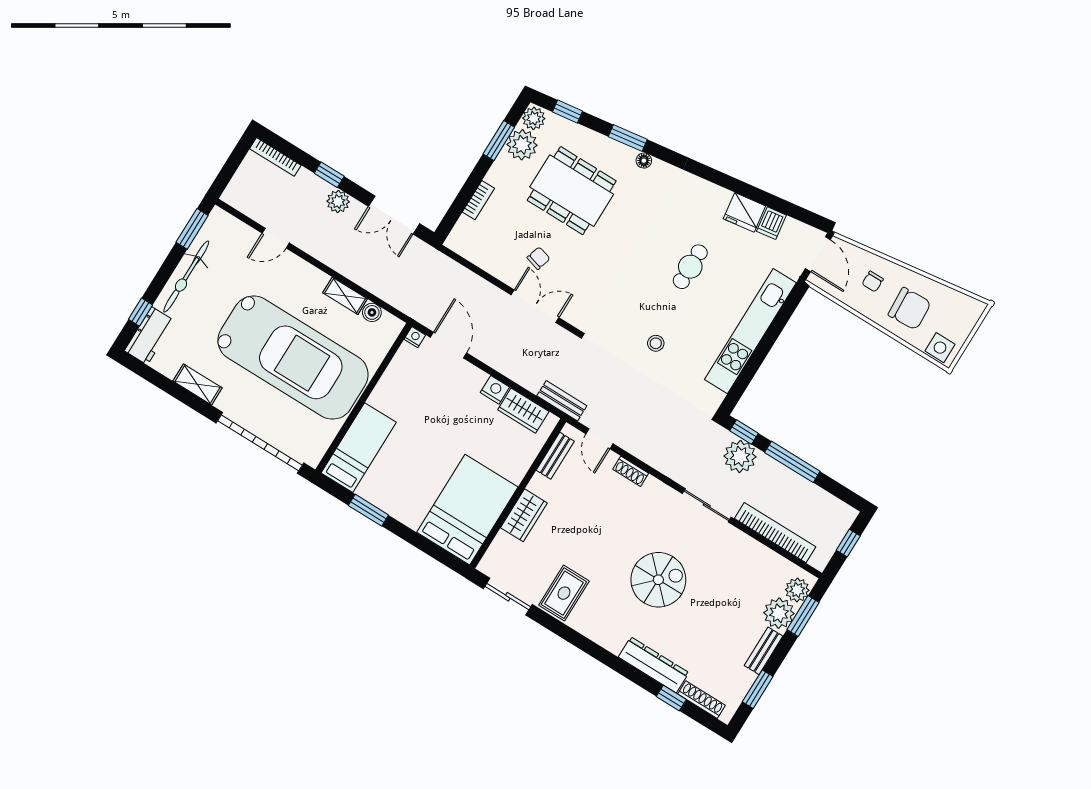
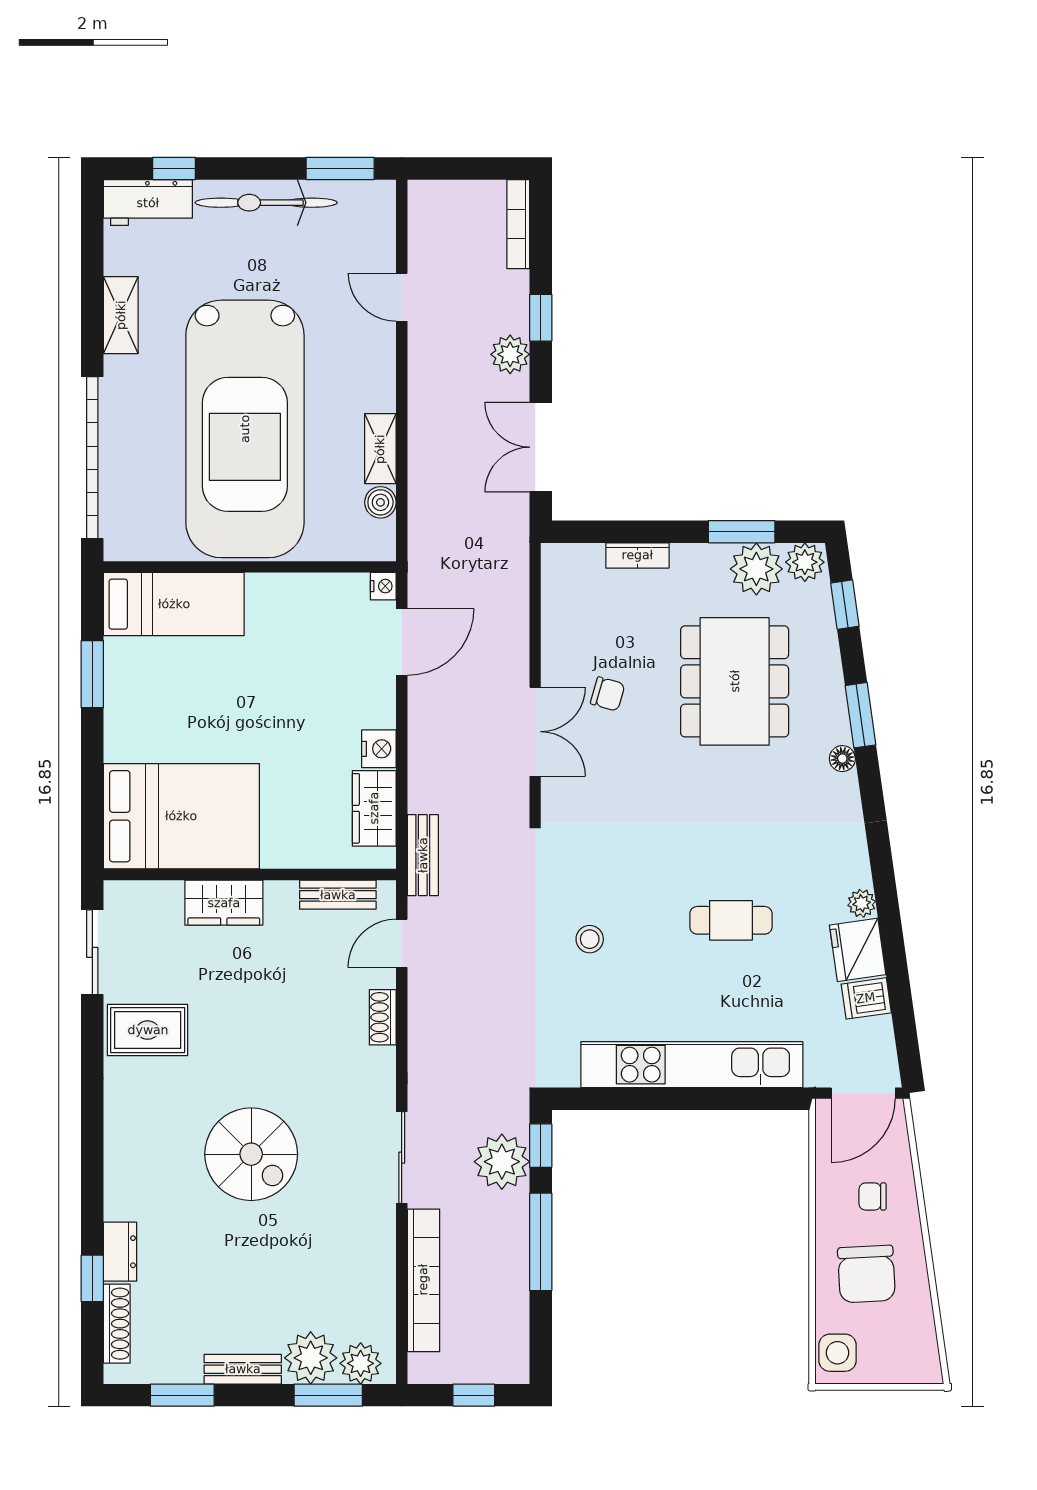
plant: (722, 196) -> (862, 903), added
dresser: (654, 665) -> (120, 1252), width x0.51, depth x0.80

